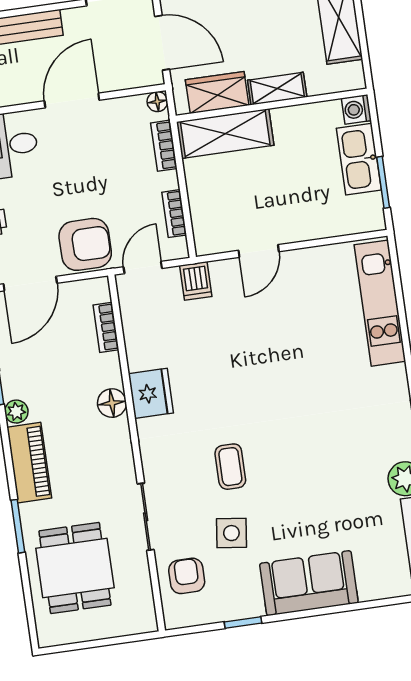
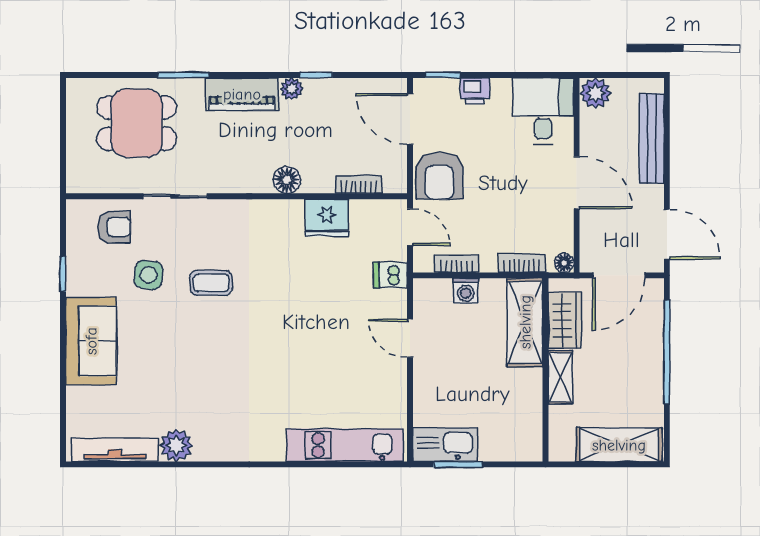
washing machine: (356, 109) -> (466, 291), moved, turned 180
kitchen sink: (359, 159) -> (445, 445), moved
fridge: (151, 393) -> (327, 218), moved

